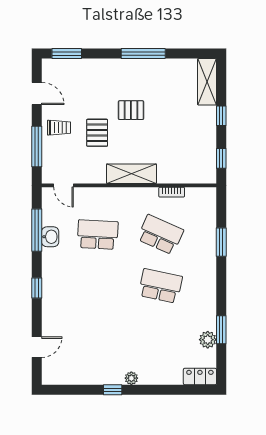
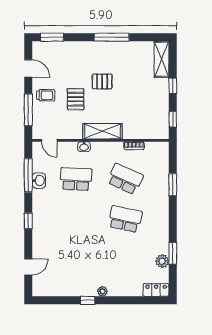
washbasin: (108, 193) -> (84, 147), added

